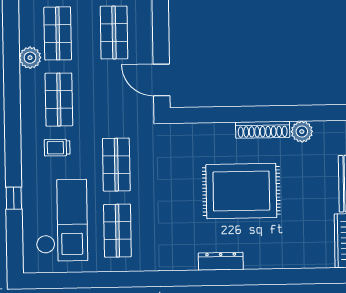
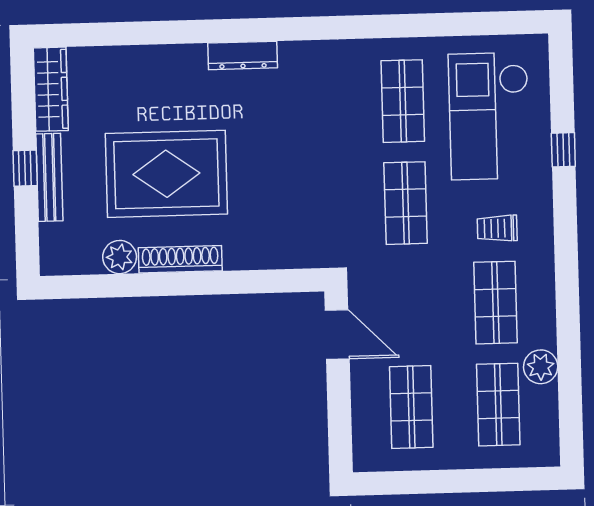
trolley: (57, 148) -> (497, 228), turned 180
rug: (241, 191) -> (166, 174), moved

